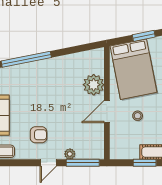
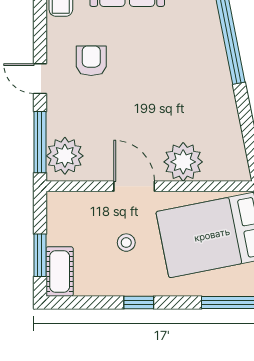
armchair: (39, 135) -> (91, 61), turned 180
plant: (70, 154) -> (65, 156), moved, width x1.88, depth x1.88

